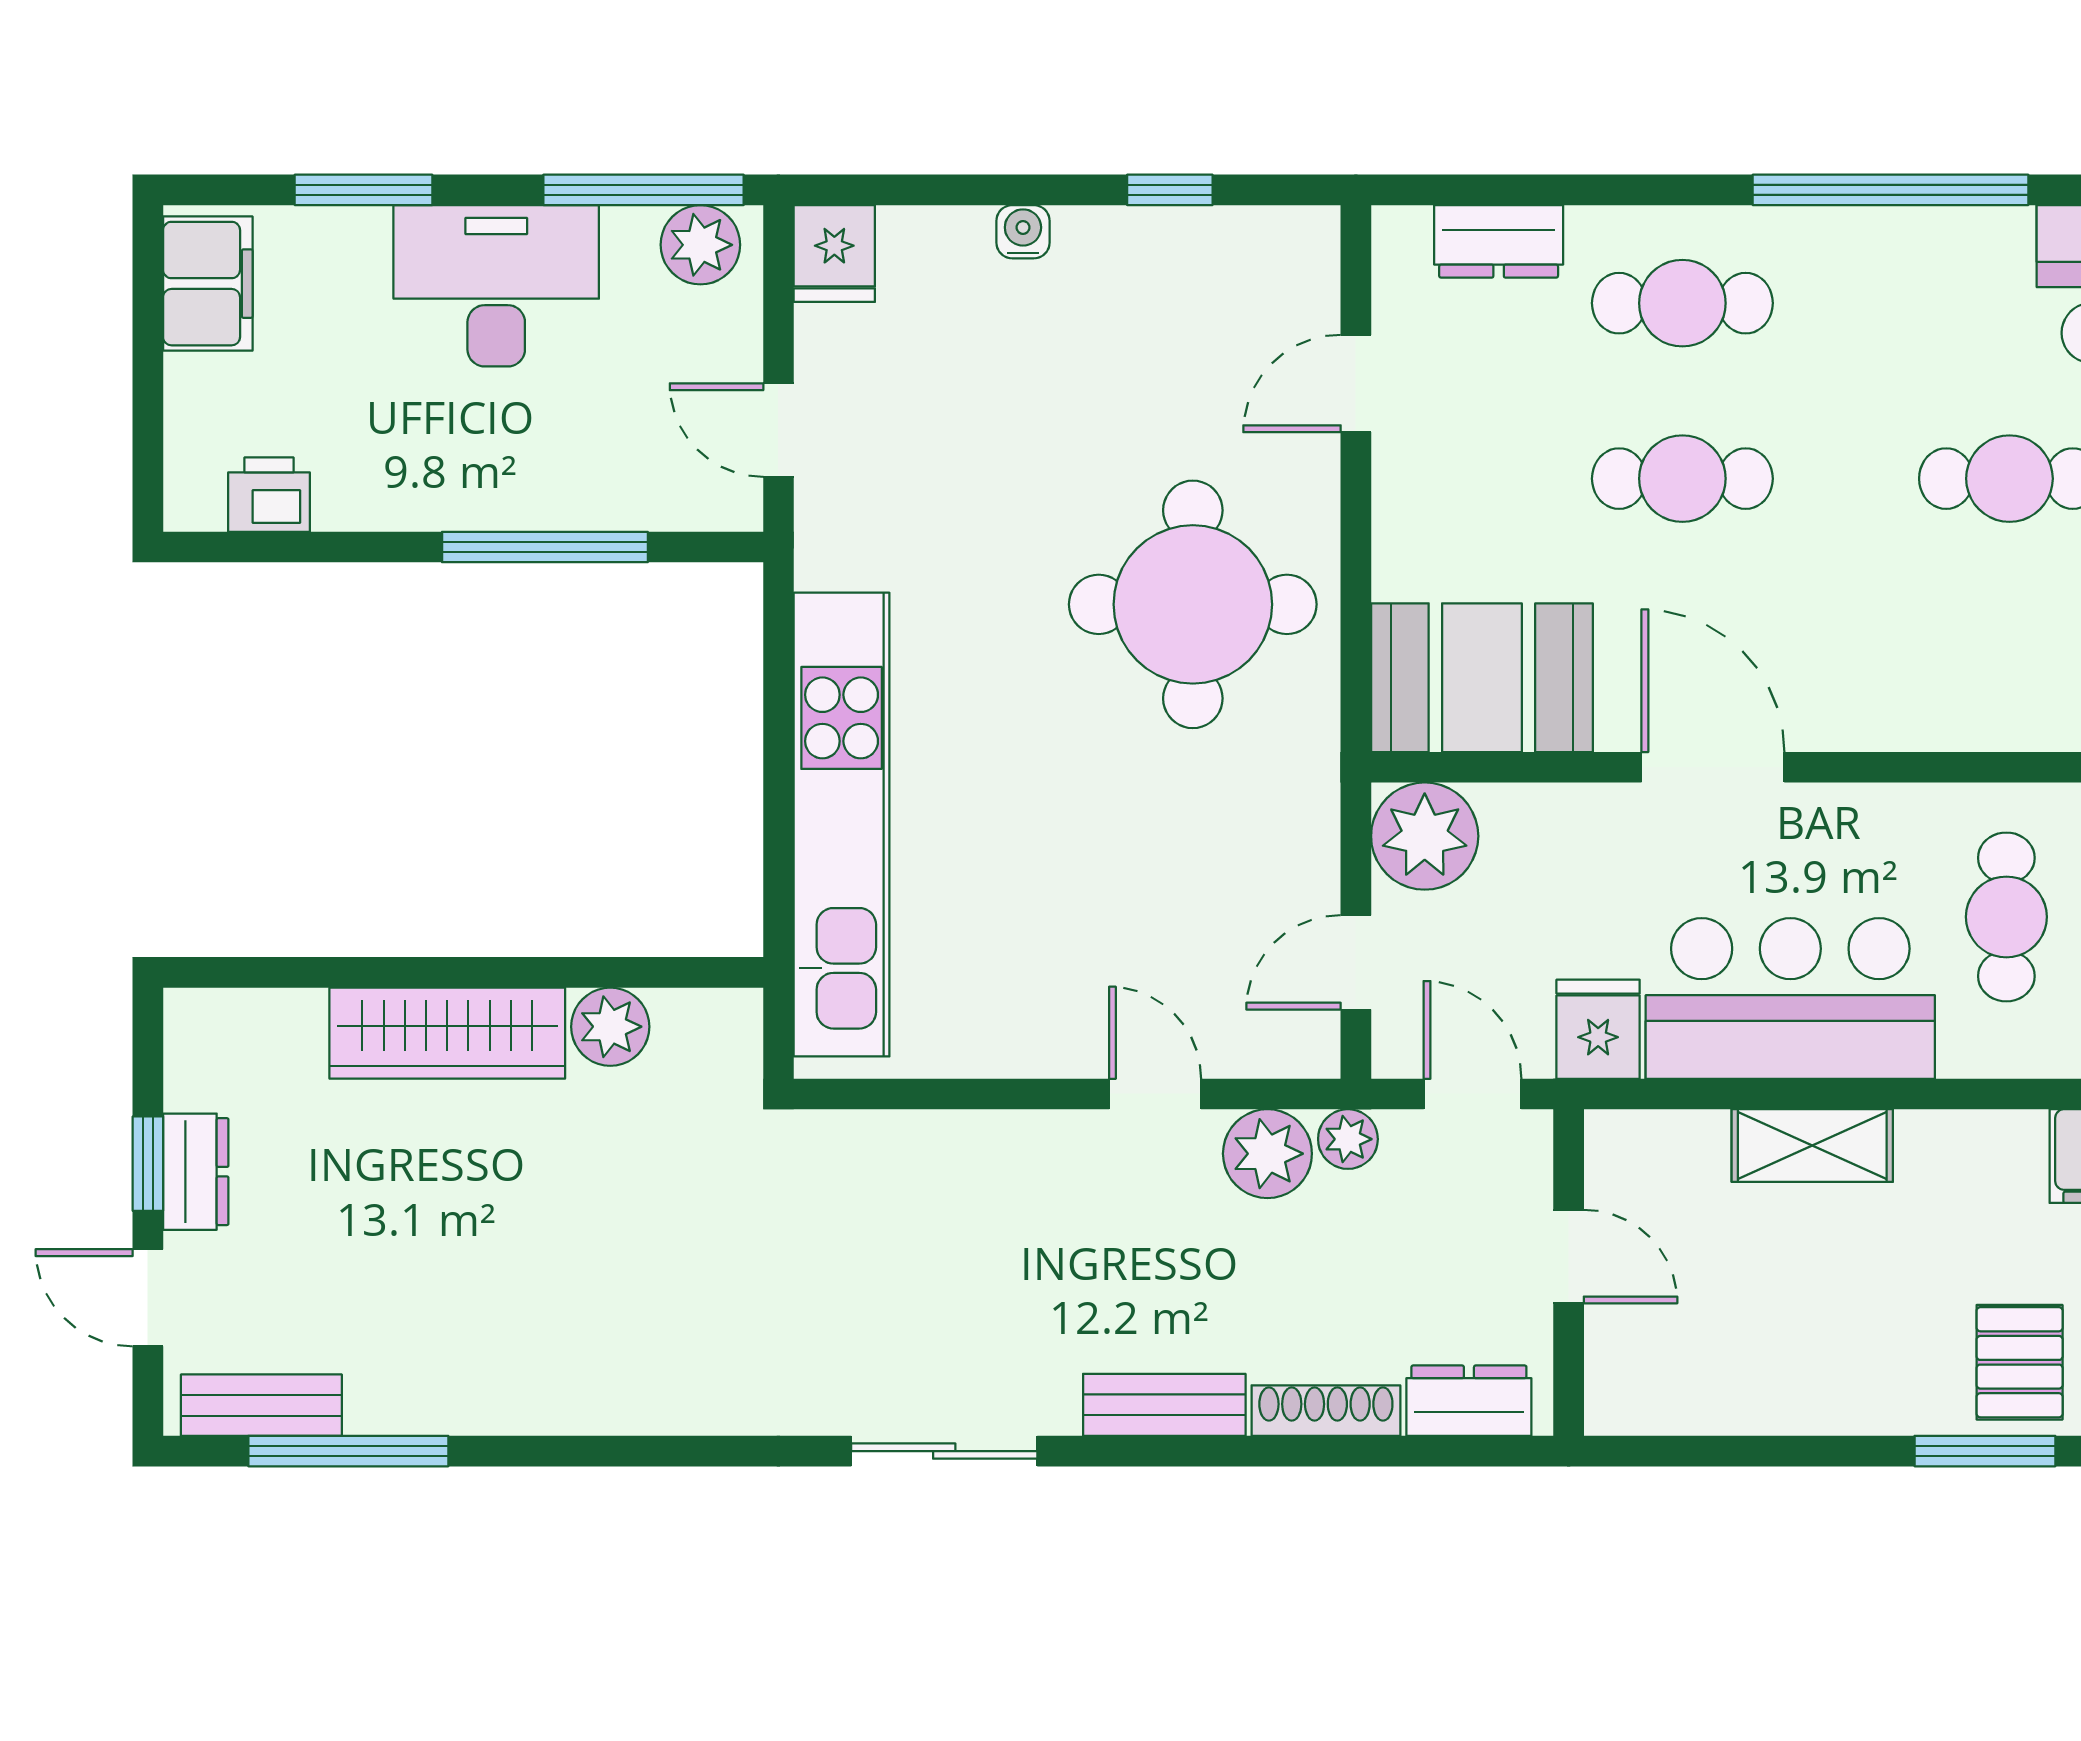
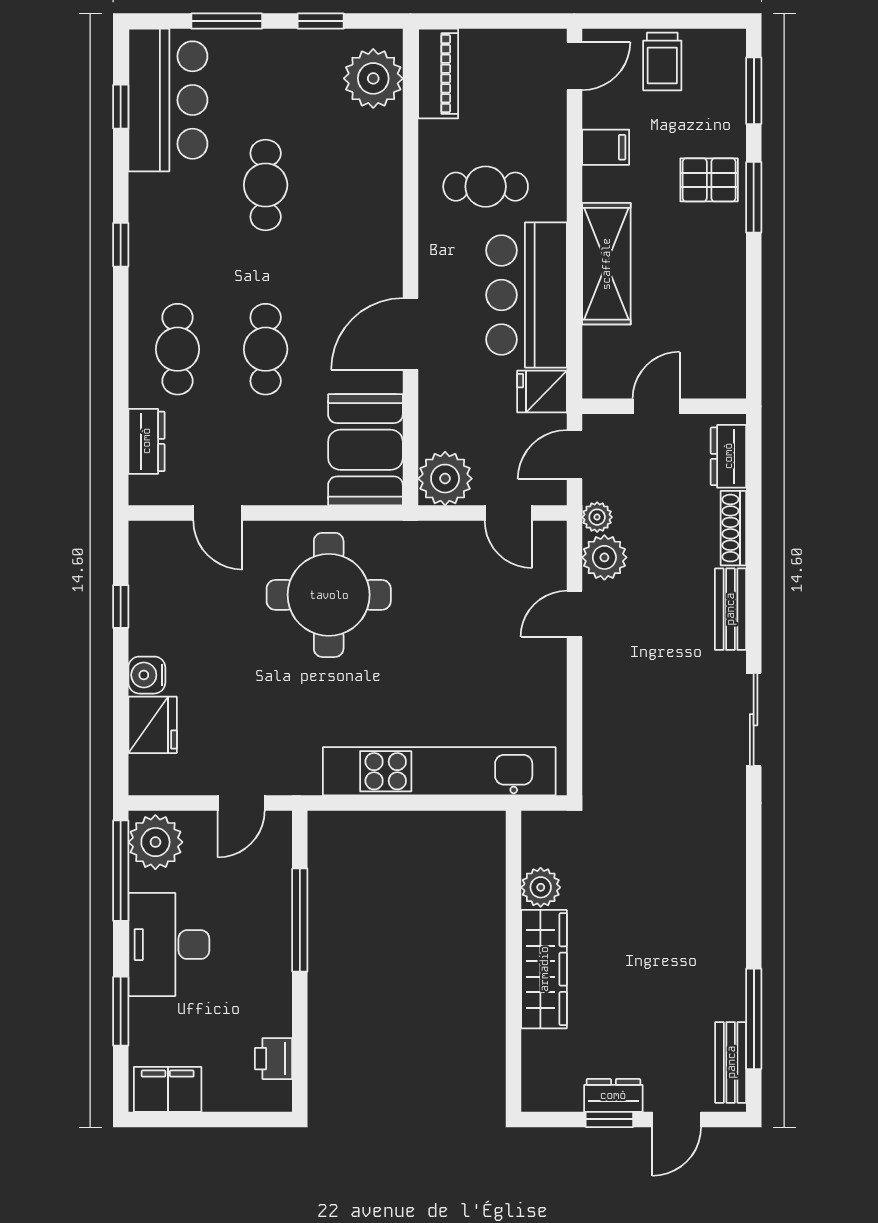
window: (1891, 190) -> (121, 245), width x0.32
water cooler: (1023, 232) -> (147, 675), width x1.38, depth x1.38
plant: (700, 245) -> (155, 842), width x1.36, depth x1.36
fridge: (834, 253) -> (153, 725), moved, width x1.38
shelving: (1812, 1145) -> (606, 264), width x1.50, depth x1.33

